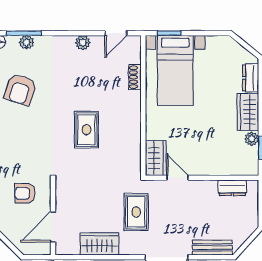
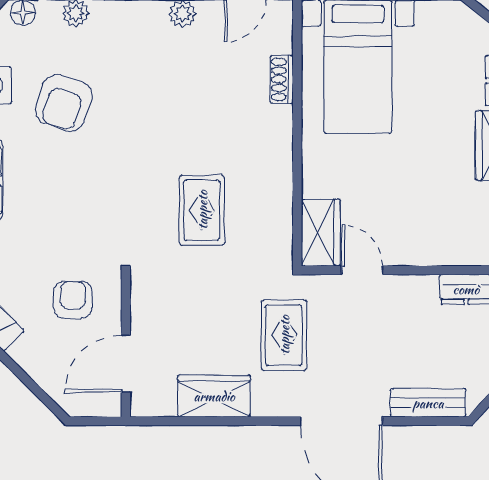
rug: (86, 130) -> (202, 210), moved
armchair: (25, 193) -> (73, 300), turned 90

